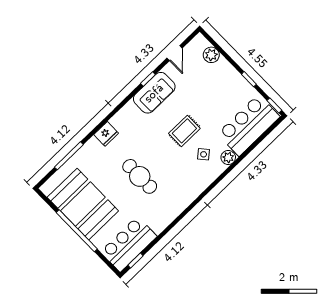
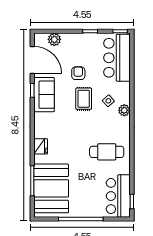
door: (175, 53) -> (32, 60), width x1.88
armchair: (202, 105) -> (78, 73), added
plant: (228, 157) -> (124, 110), moved
cafe table: (140, 176) -> (107, 152), moved
booth: (83, 204) -> (51, 188), moved, turned 90

